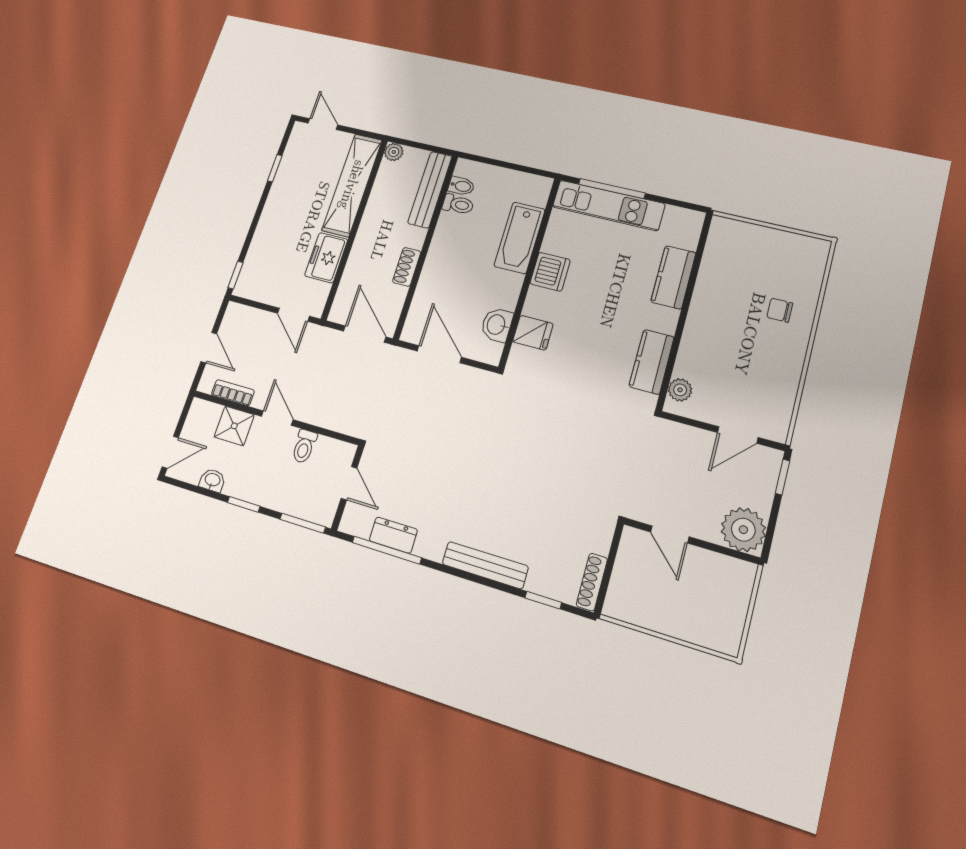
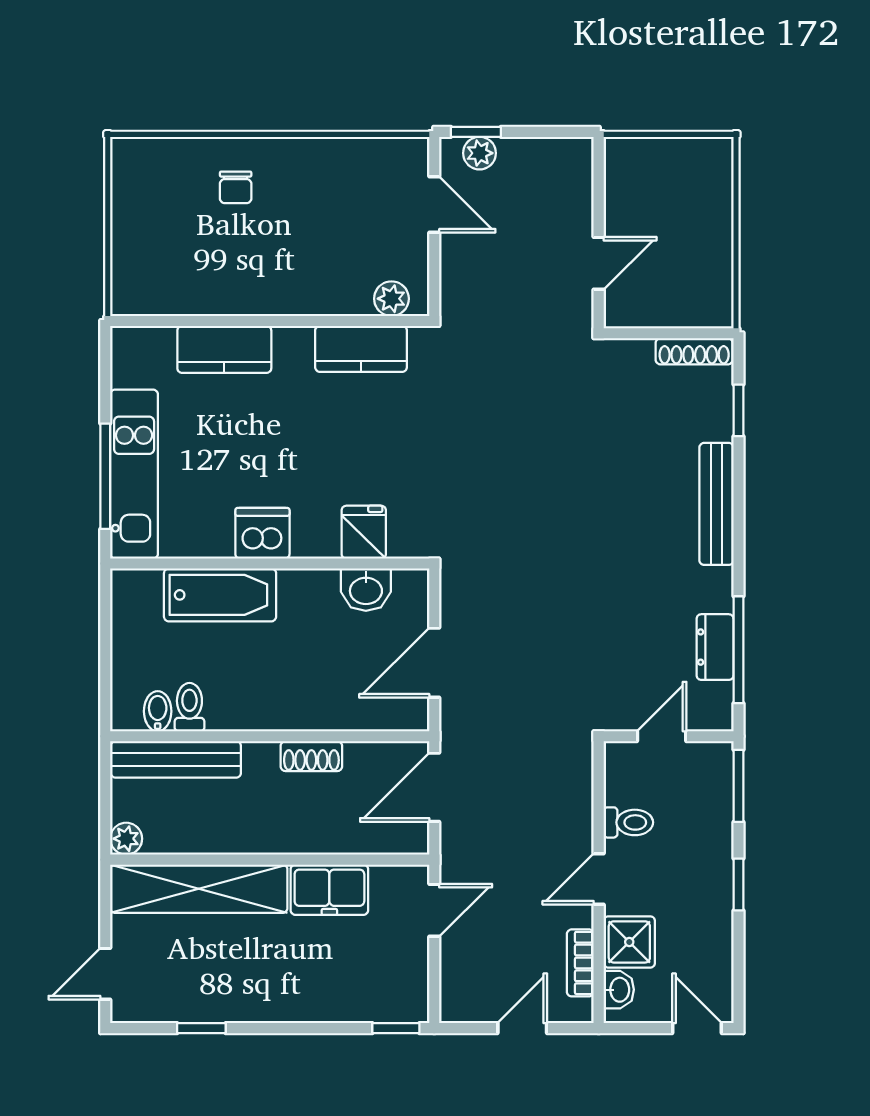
washbasin: (212, 480) -> (619, 990), moved, turned 180
plant: (743, 530) -> (480, 153), moved, width x0.53, depth x0.53

